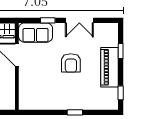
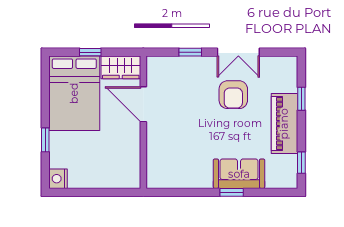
sofa: (36, 33) -> (239, 174), moved, turned 180
armchair: (71, 63) -> (233, 95), moved

